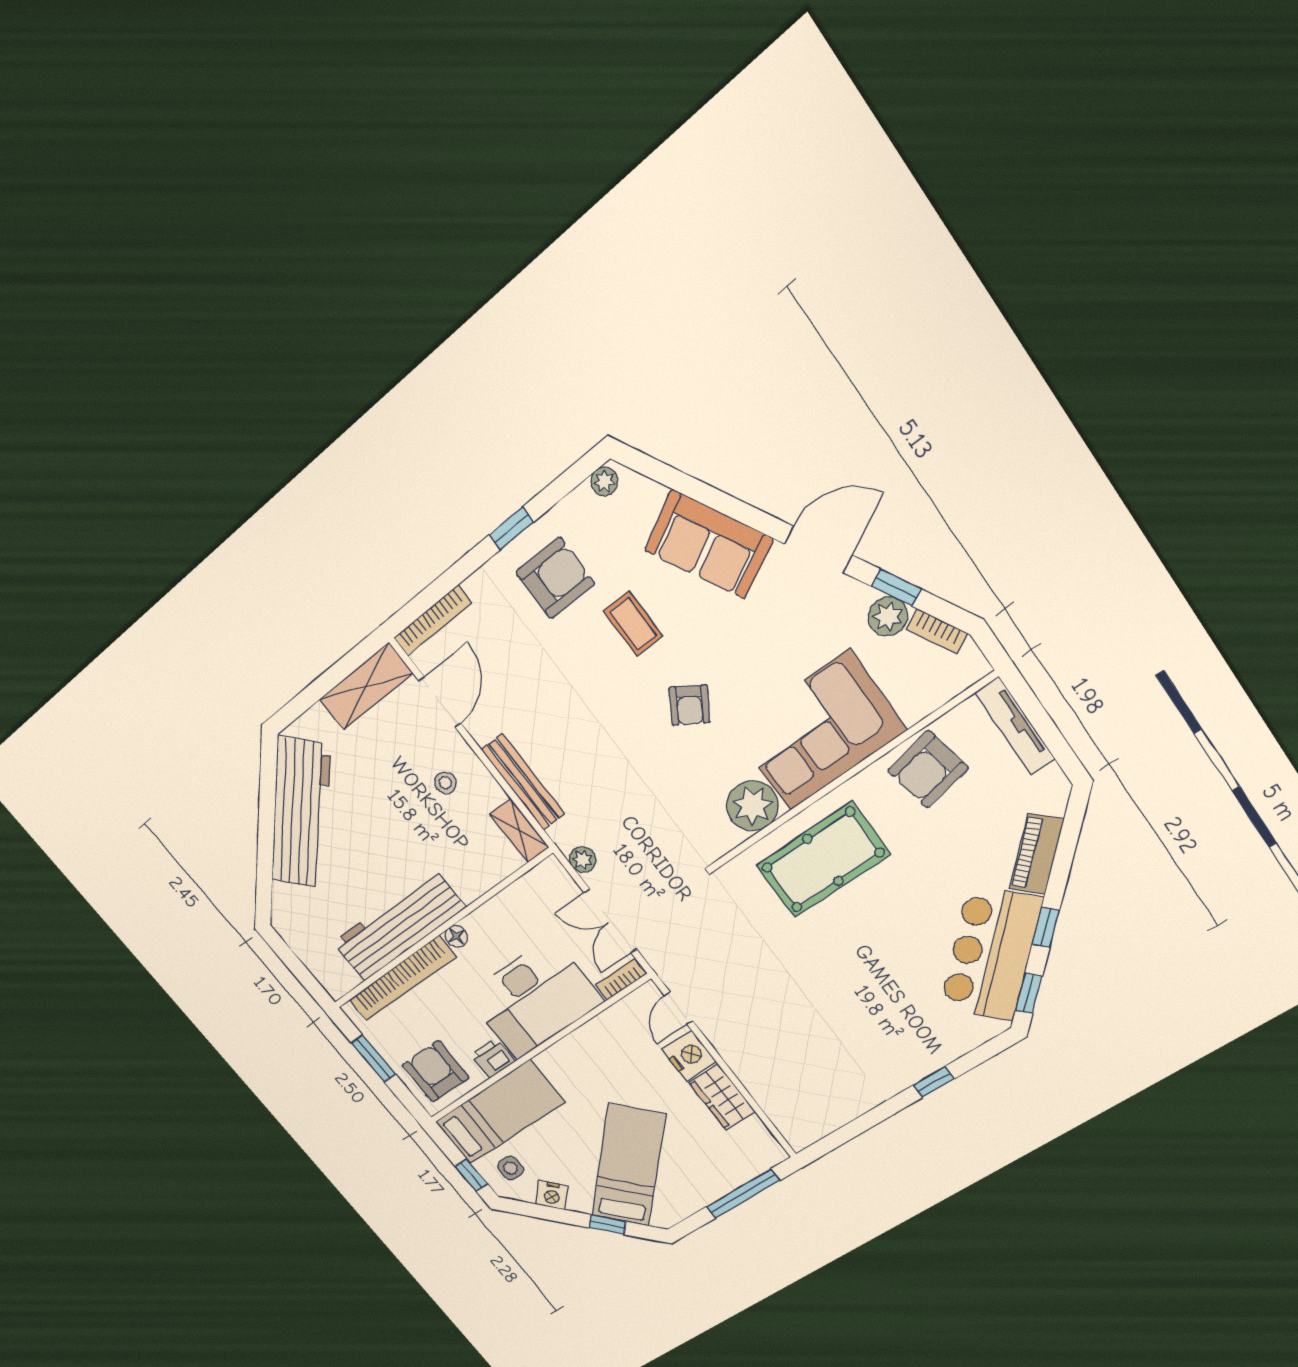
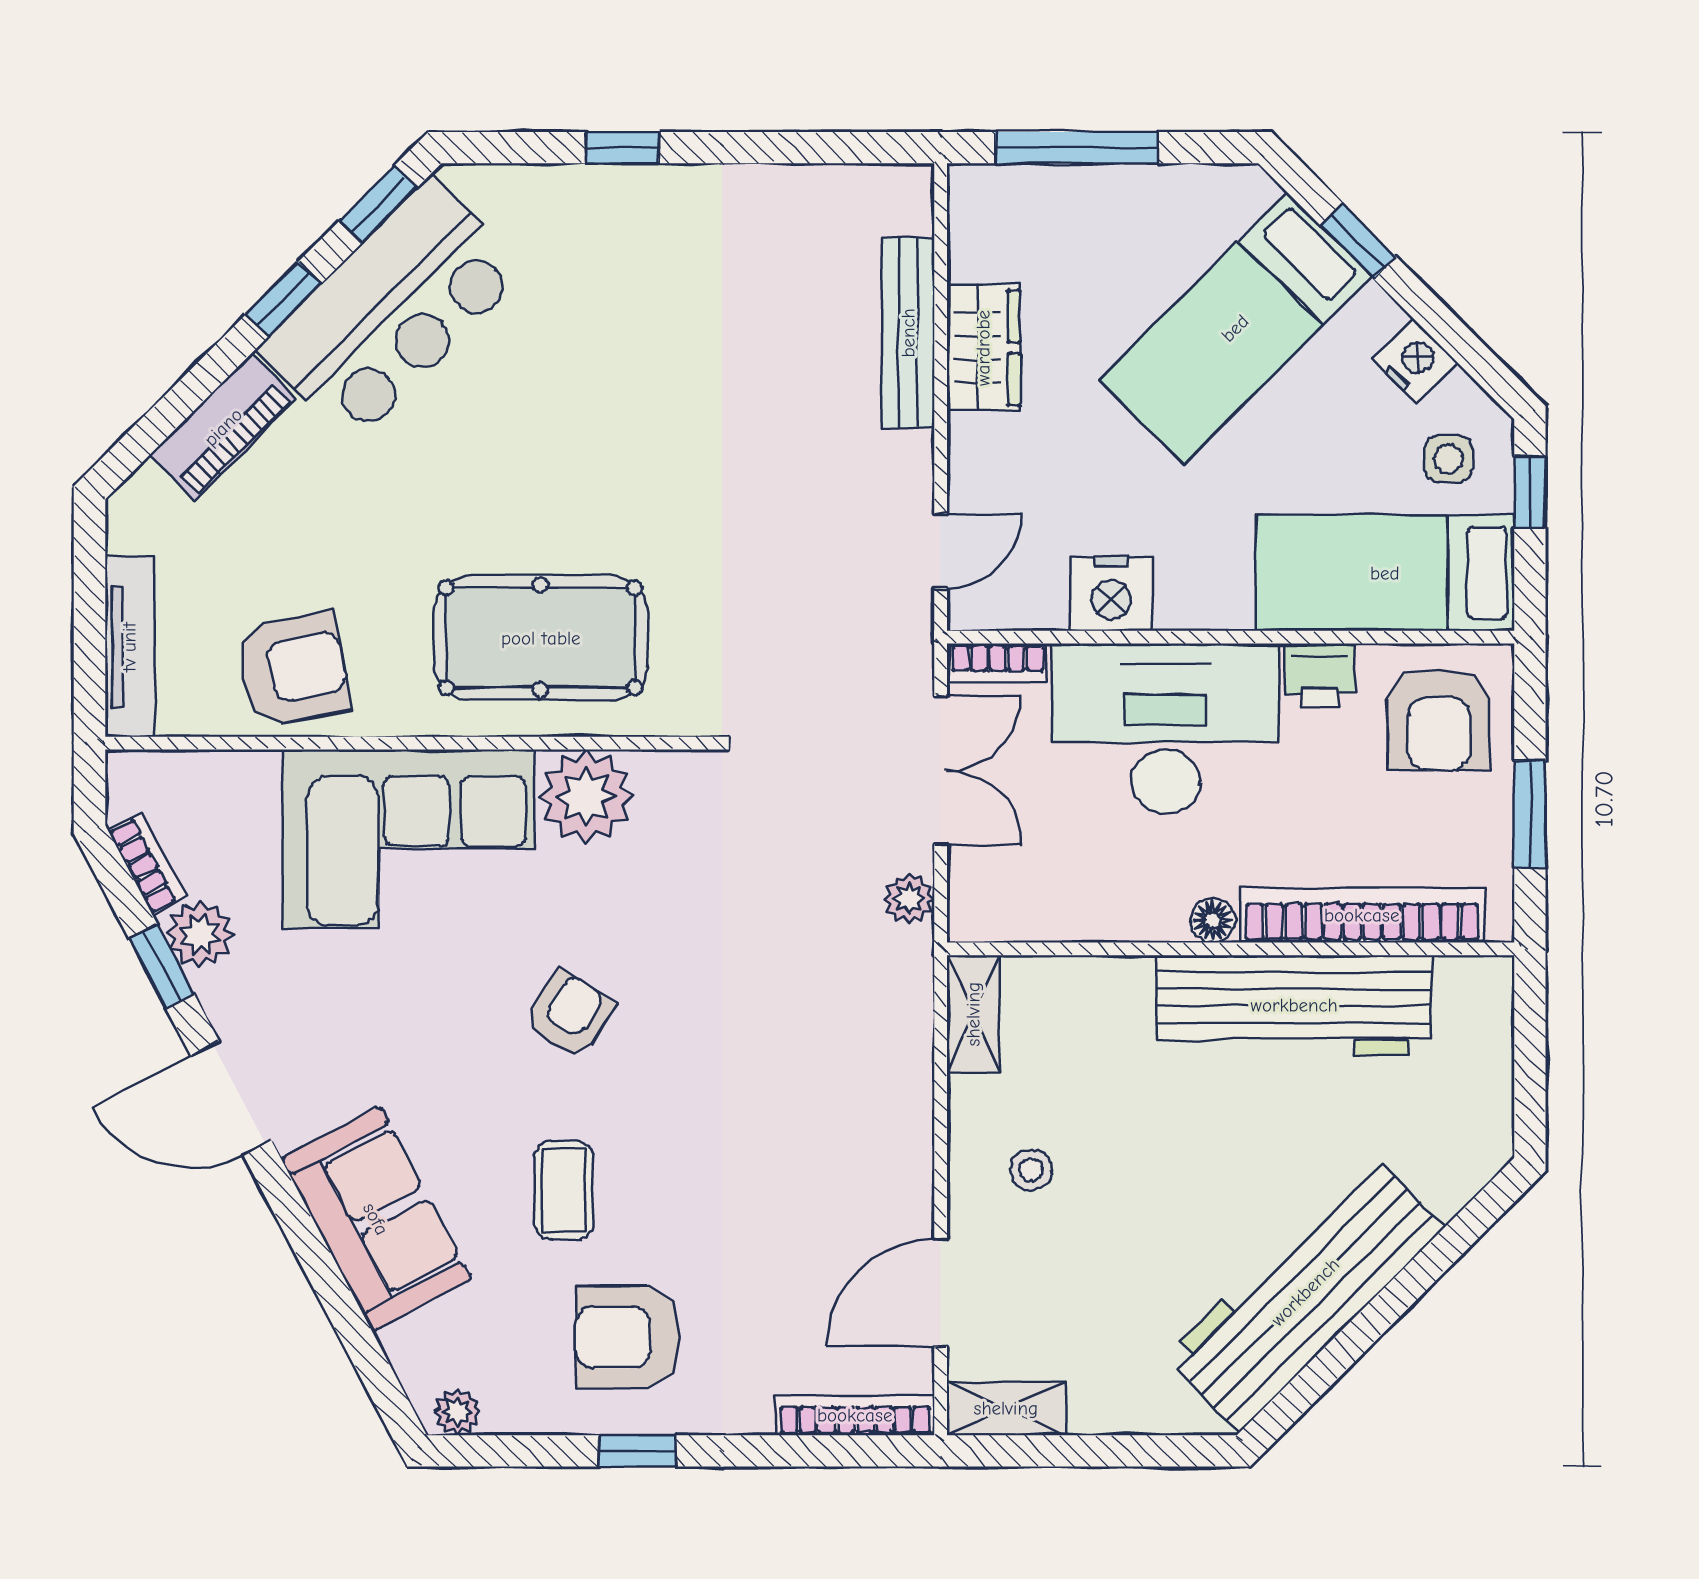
shelving: (366, 686) -> (1006, 1408), width x0.67, depth x0.75
bench: (523, 782) -> (908, 333), moved
nightstand: (689, 1056) -> (1111, 594), moved, turned -90

